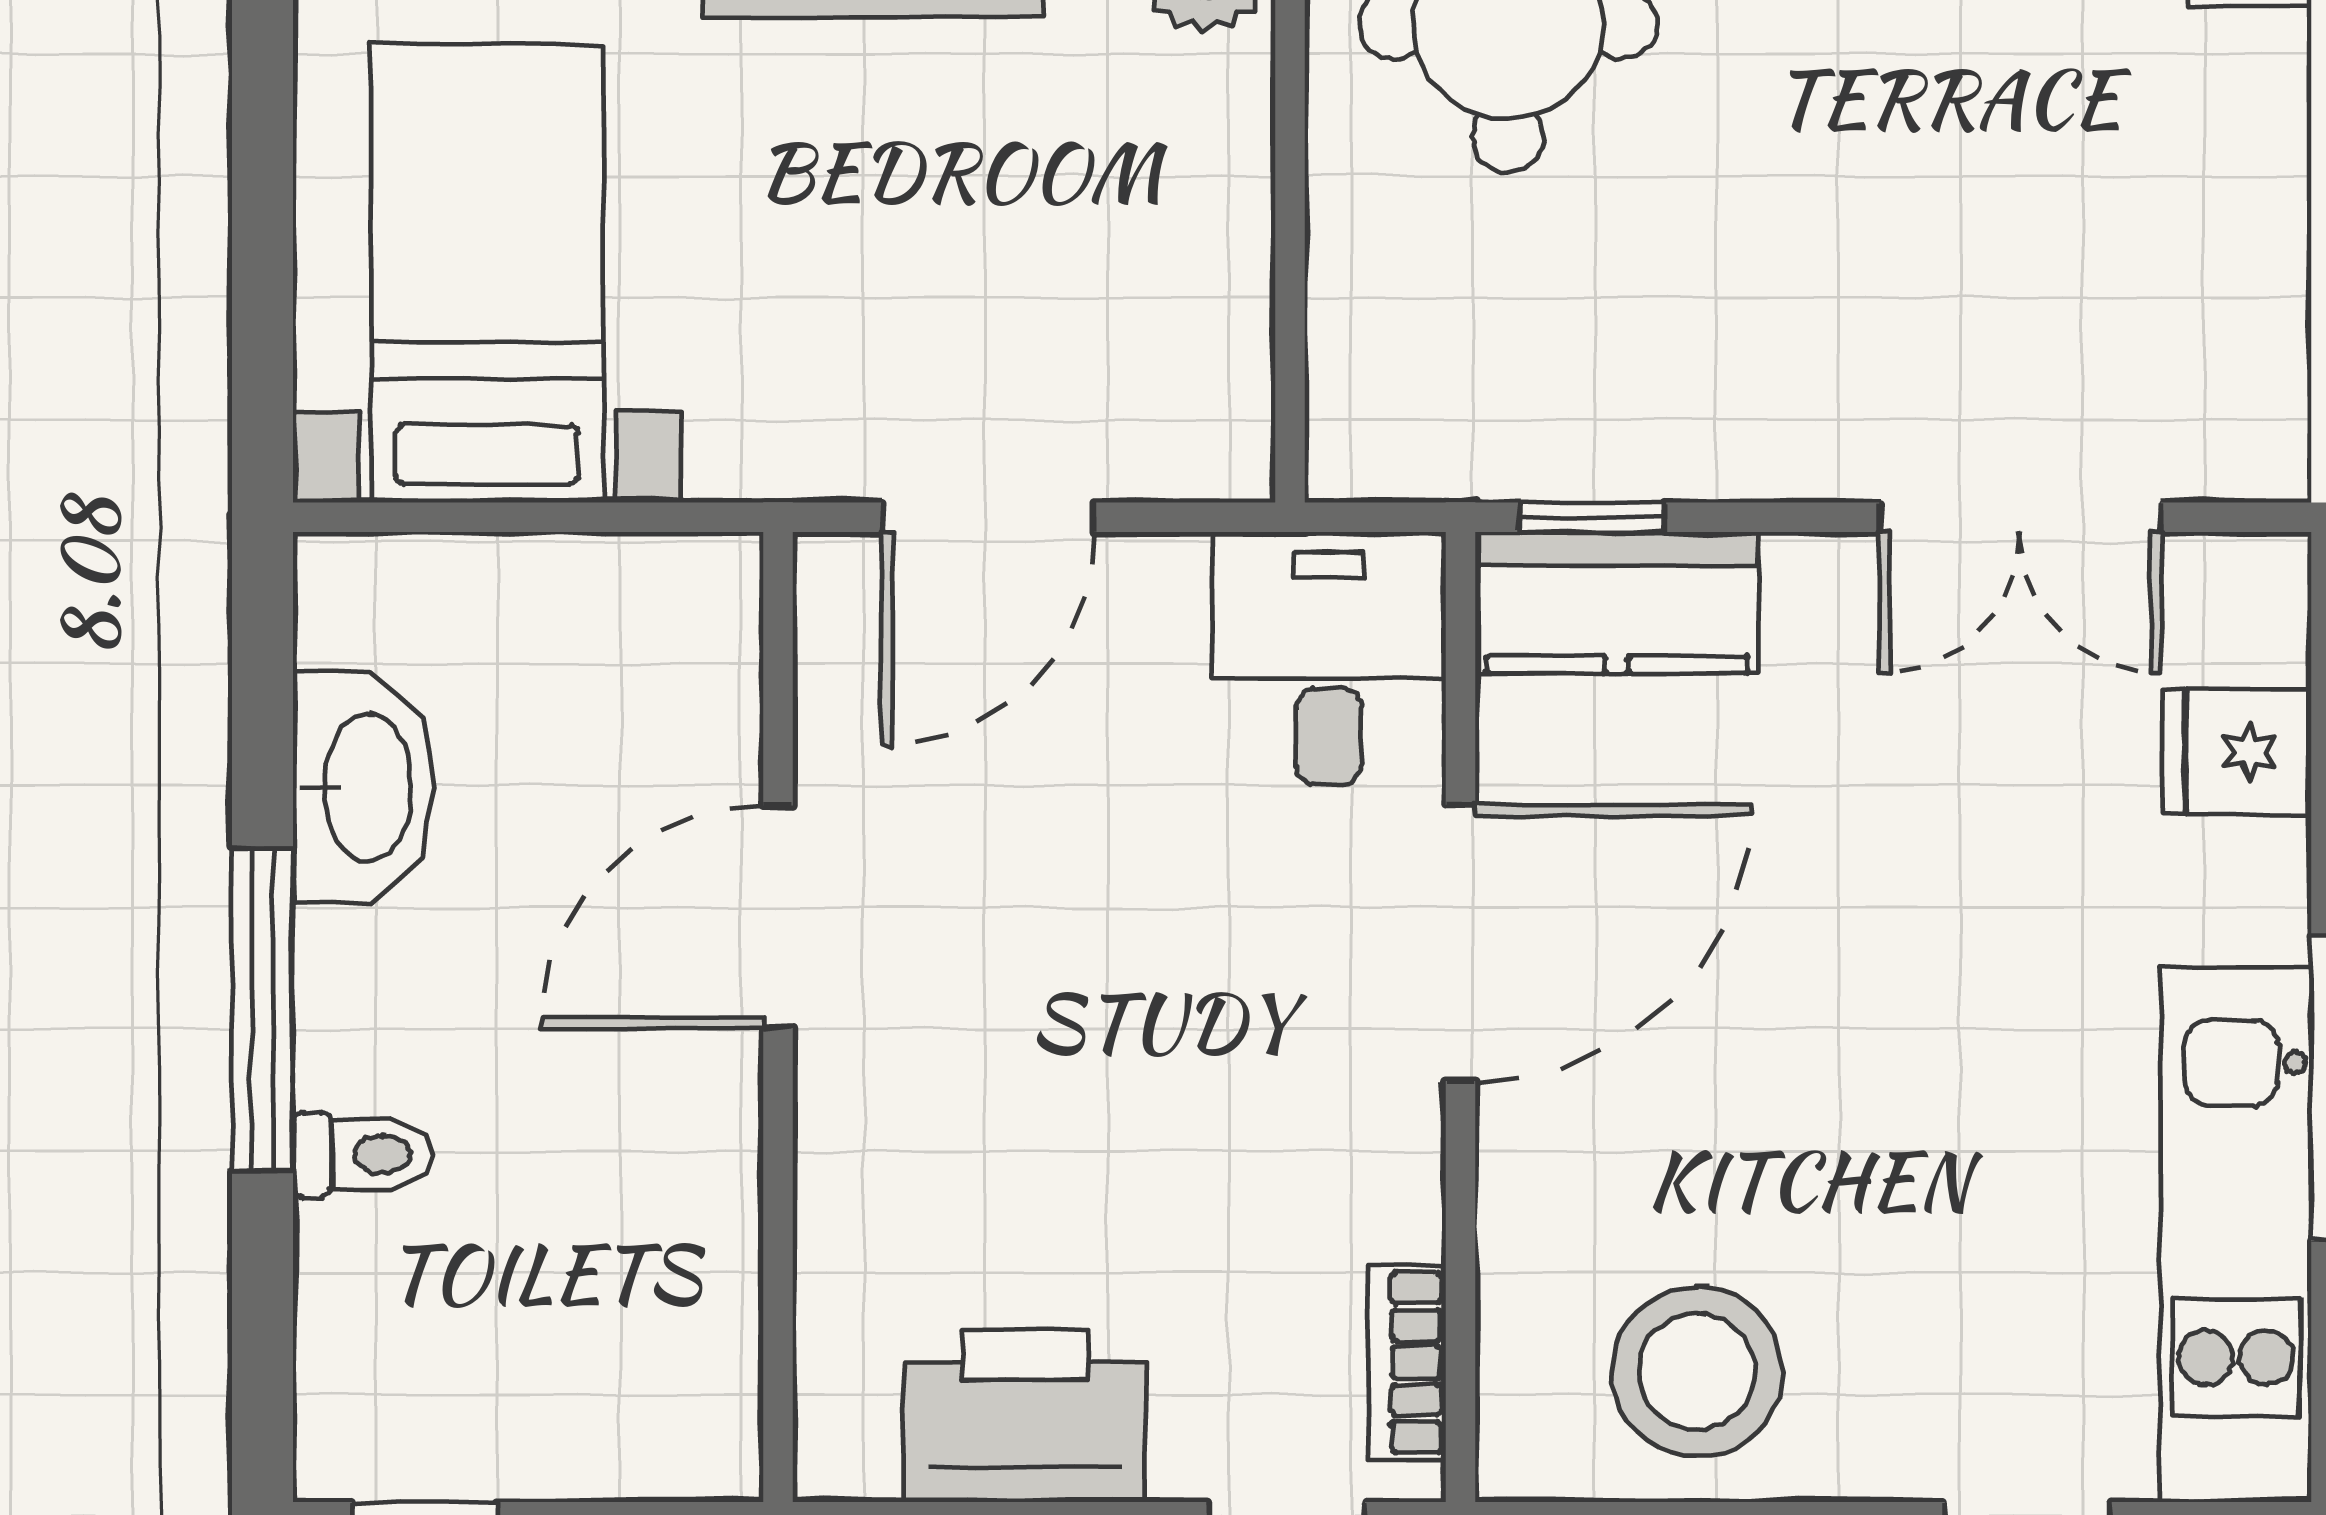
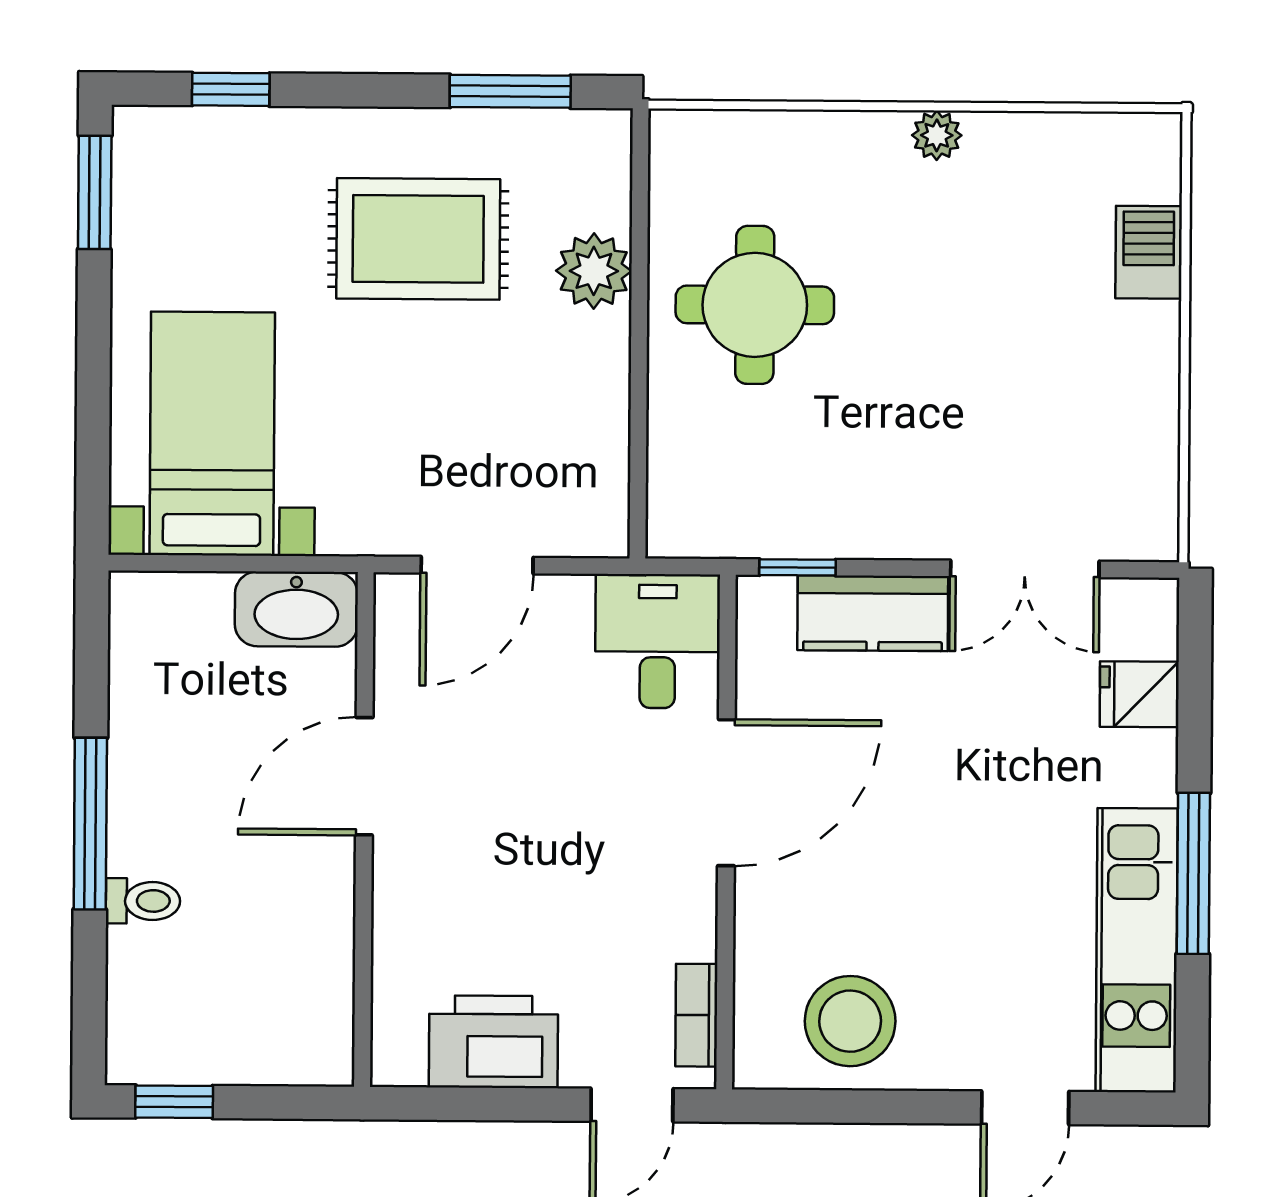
kitchen counter: (1617, 603) -> (873, 613), moved
washbasin: (364, 787) -> (296, 609), moved, turned 90

